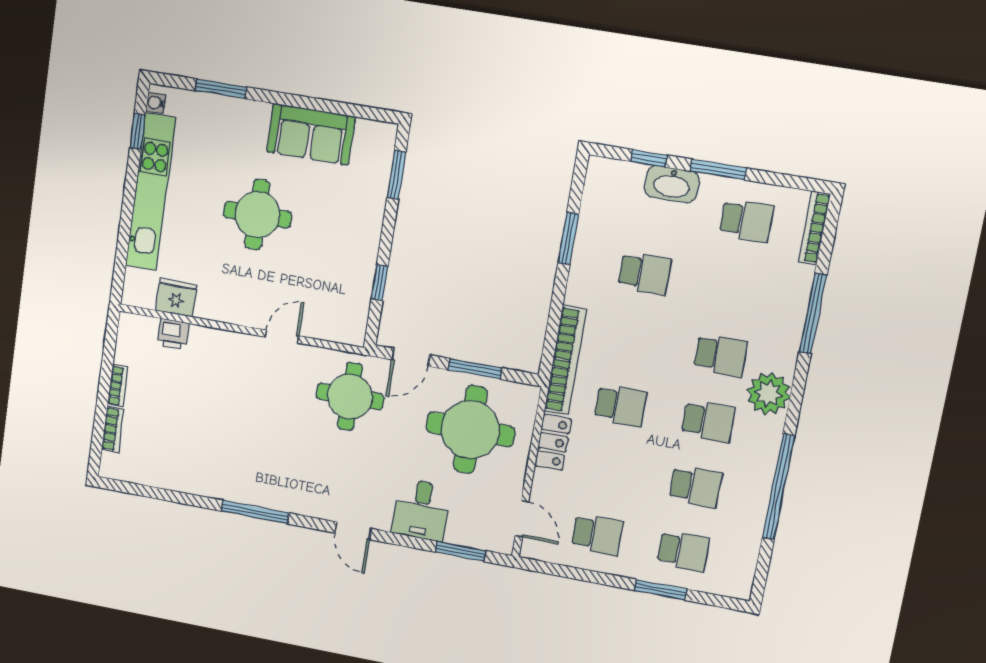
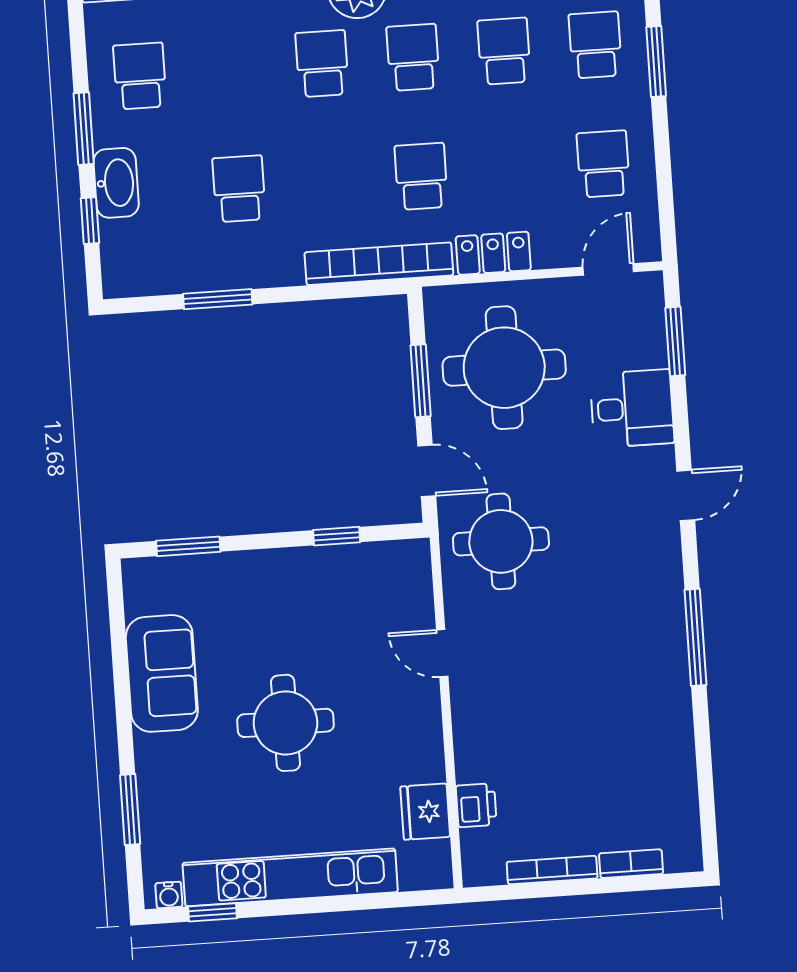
bookcase: (118, 386) -> (552, 870), width x1.56

